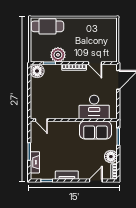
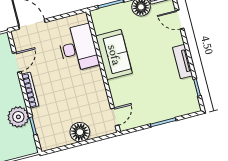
floor lamp: (37, 71) -> (80, 132), moved
sofa: (95, 130) -> (114, 55), moved
fireplace: (35, 162) -> (176, 111), removed

